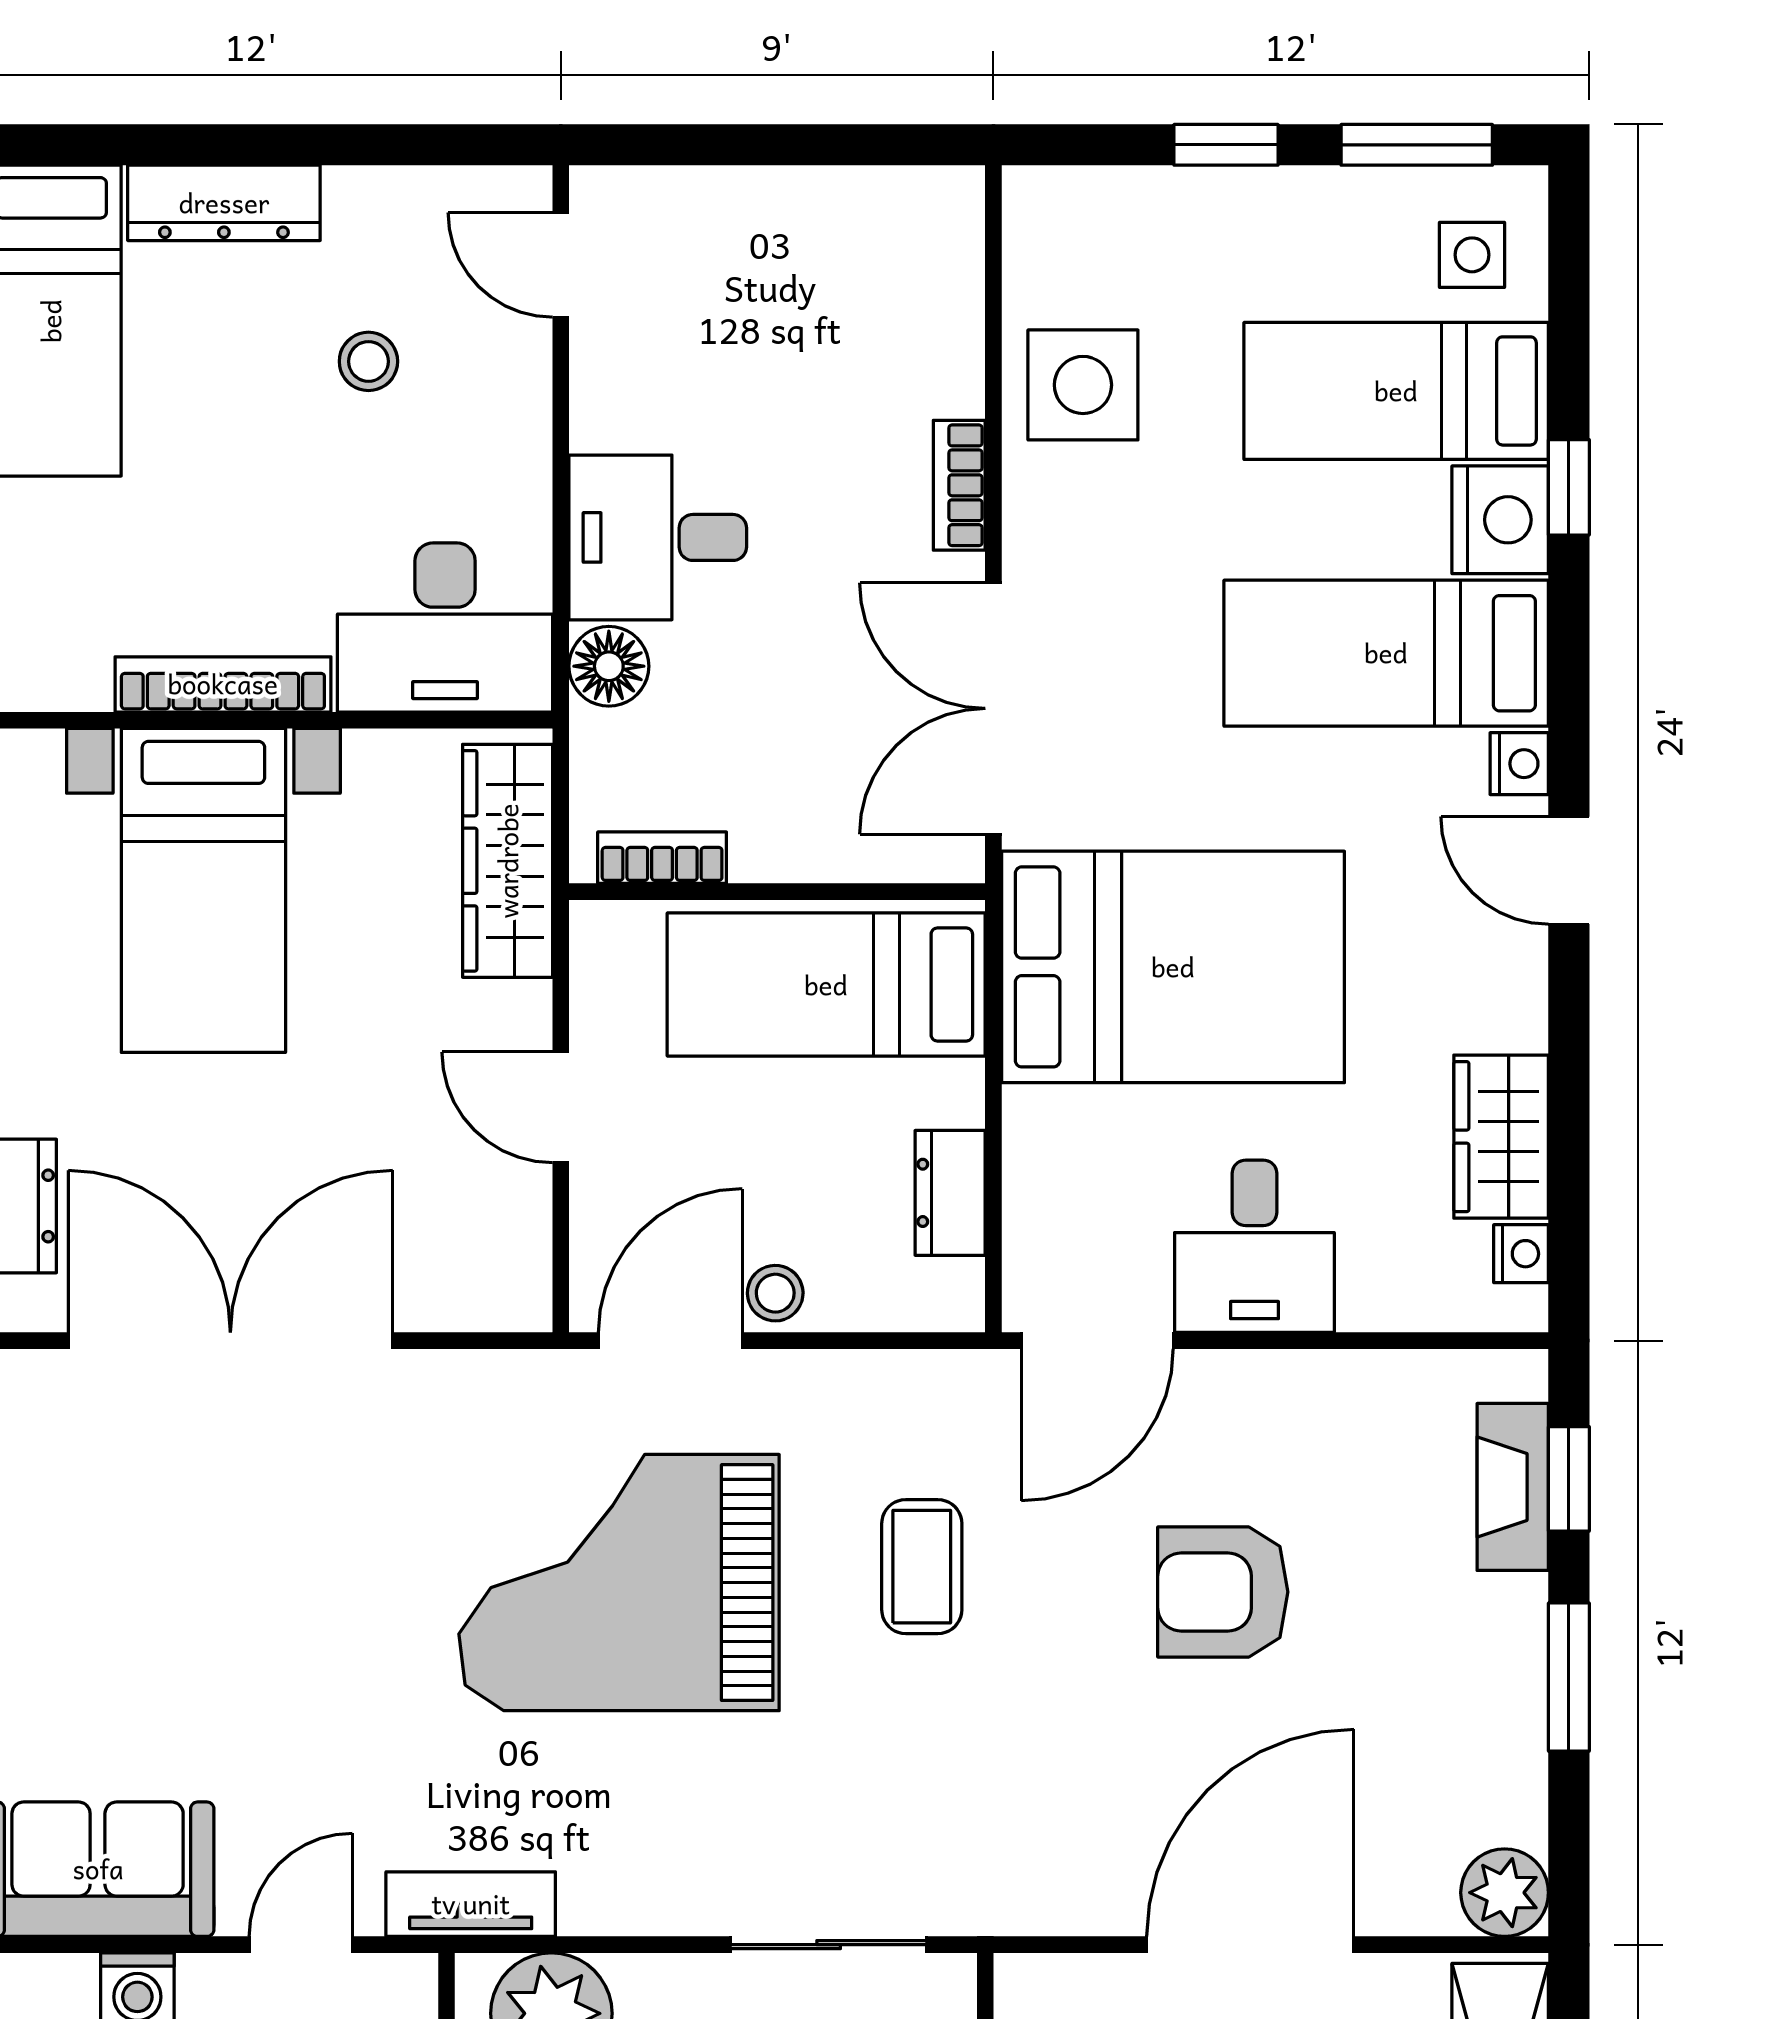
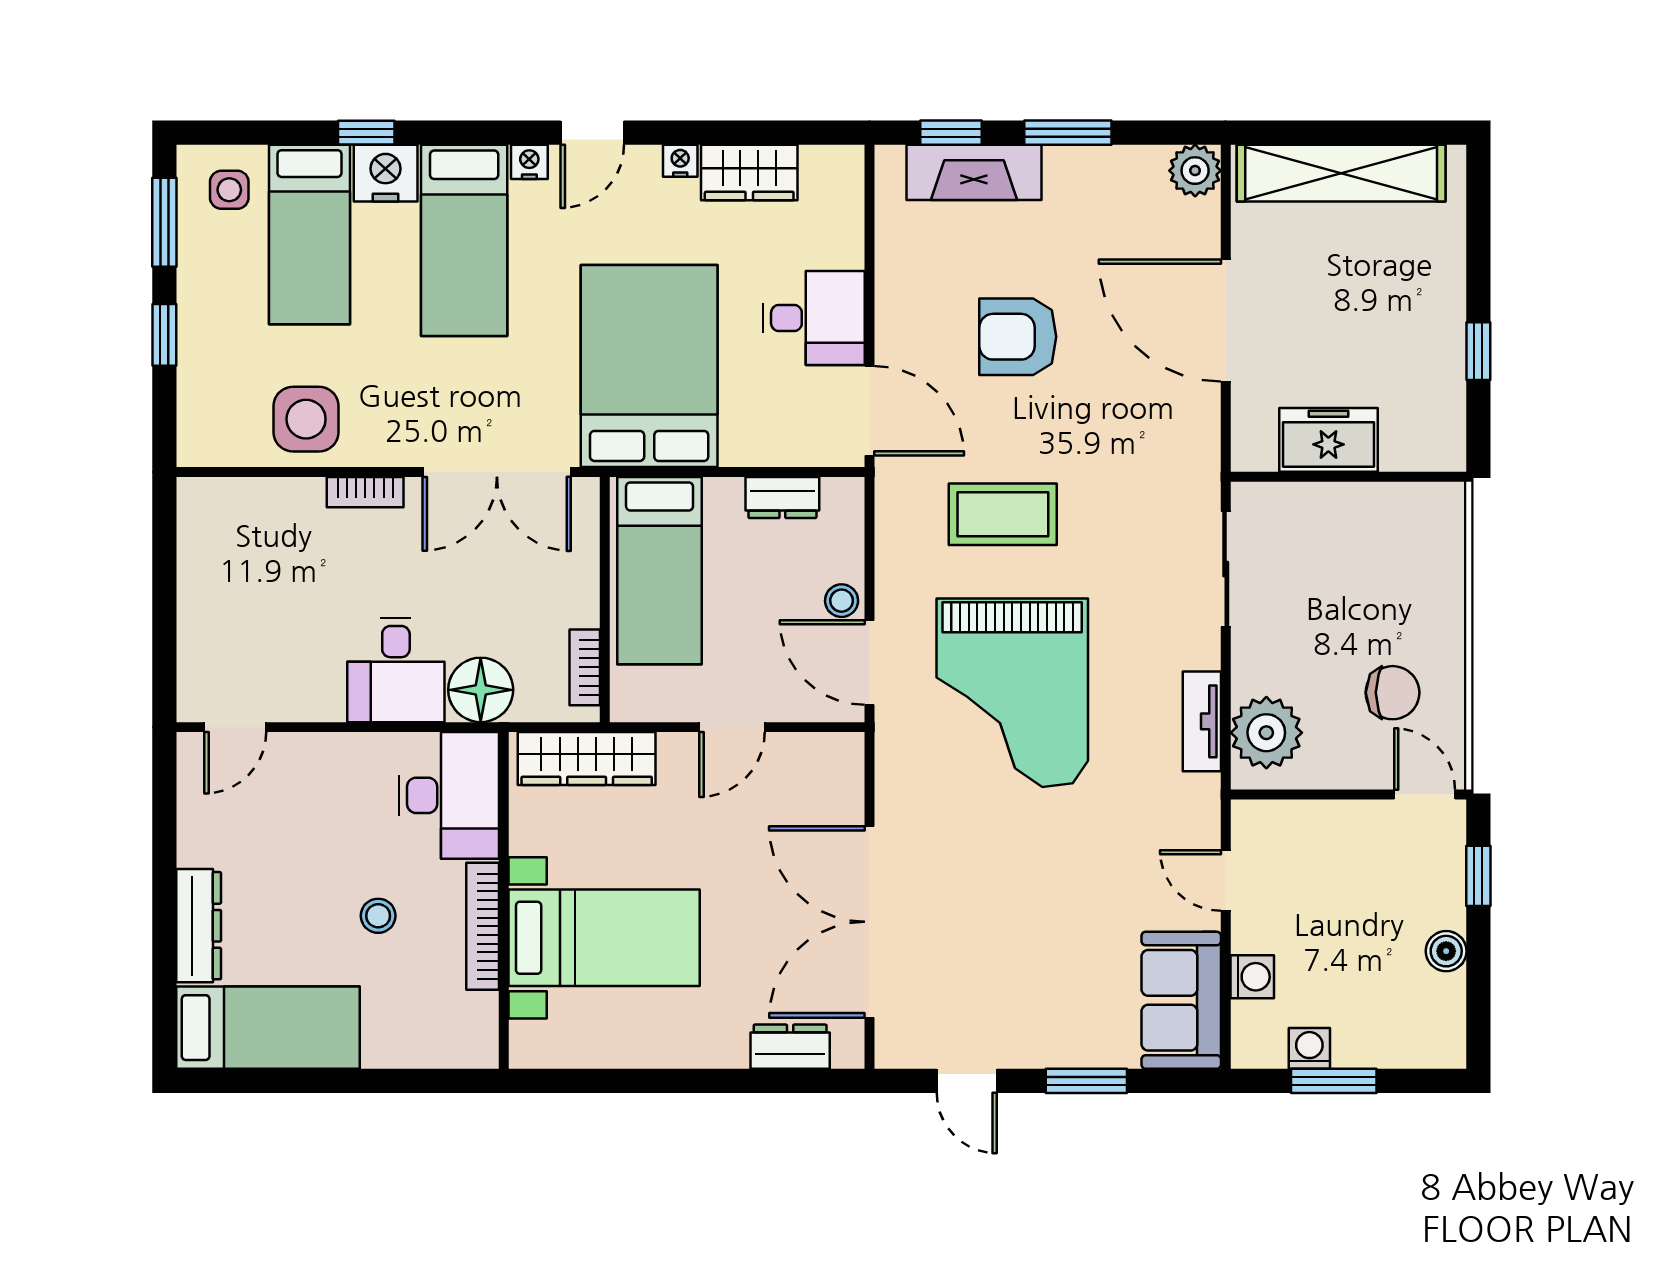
stool: (368, 361) -> (378, 916), moved
floor lamp: (609, 666) -> (481, 690), width x1.38, depth x1.38
nightstand: (1521, 1254) -> (680, 161), moved
fireplace: (1513, 1487) -> (974, 172), width x1.37, depth x1.32
coffee table: (922, 1567) -> (1003, 514), width x1.36, depth x1.30
armchair: (1223, 1592) -> (1018, 337), turned 90
tv unit: (471, 1904) -> (1202, 721), moved

